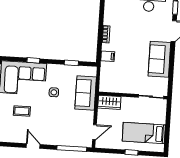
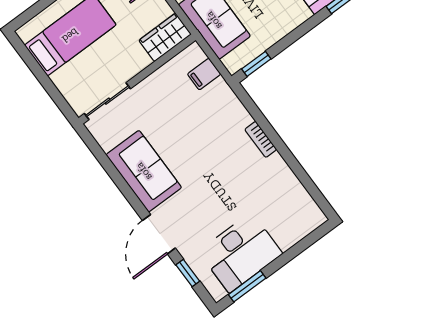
filing cabinet: (108, 56) -> (204, 74), moved
window: (71, 63) -> (256, 64), moved

